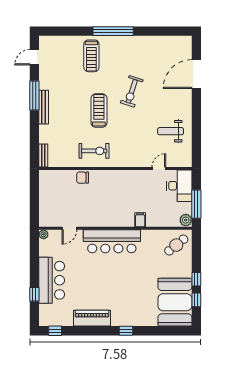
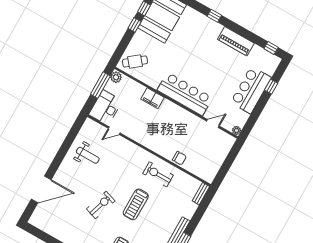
filing cabinet: (140, 220) -> (153, 98), width x2.00

